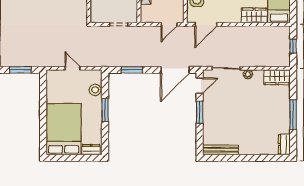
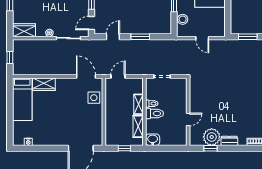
door: (206, 24) -> (86, 76), hinge flipped
window: (132, 70) -> (140, 37), moved
door: (175, 70) -> (113, 37), width x0.53

